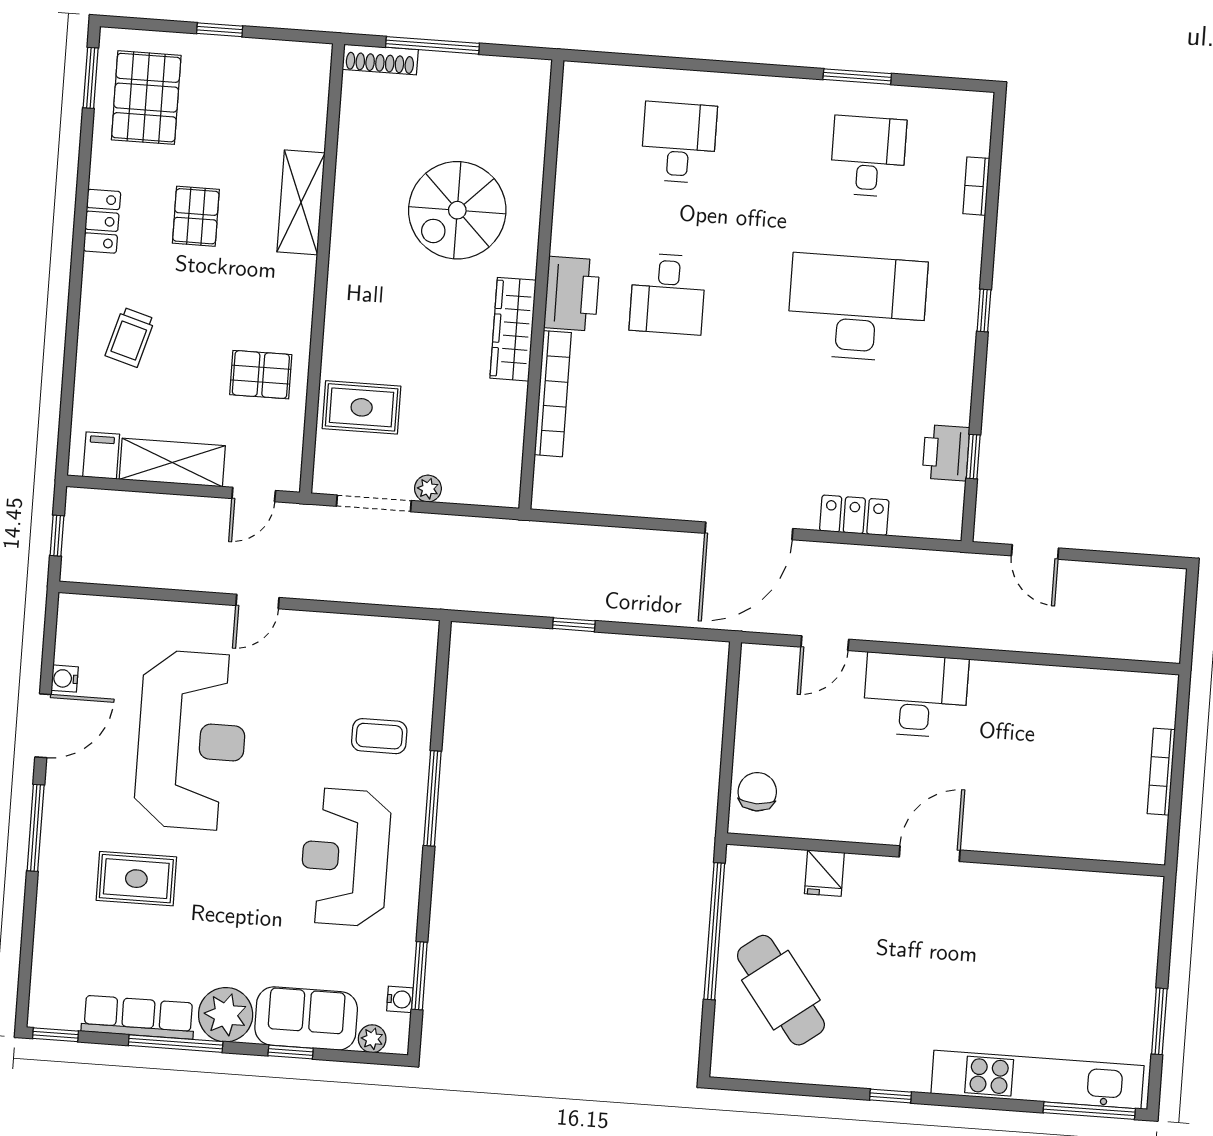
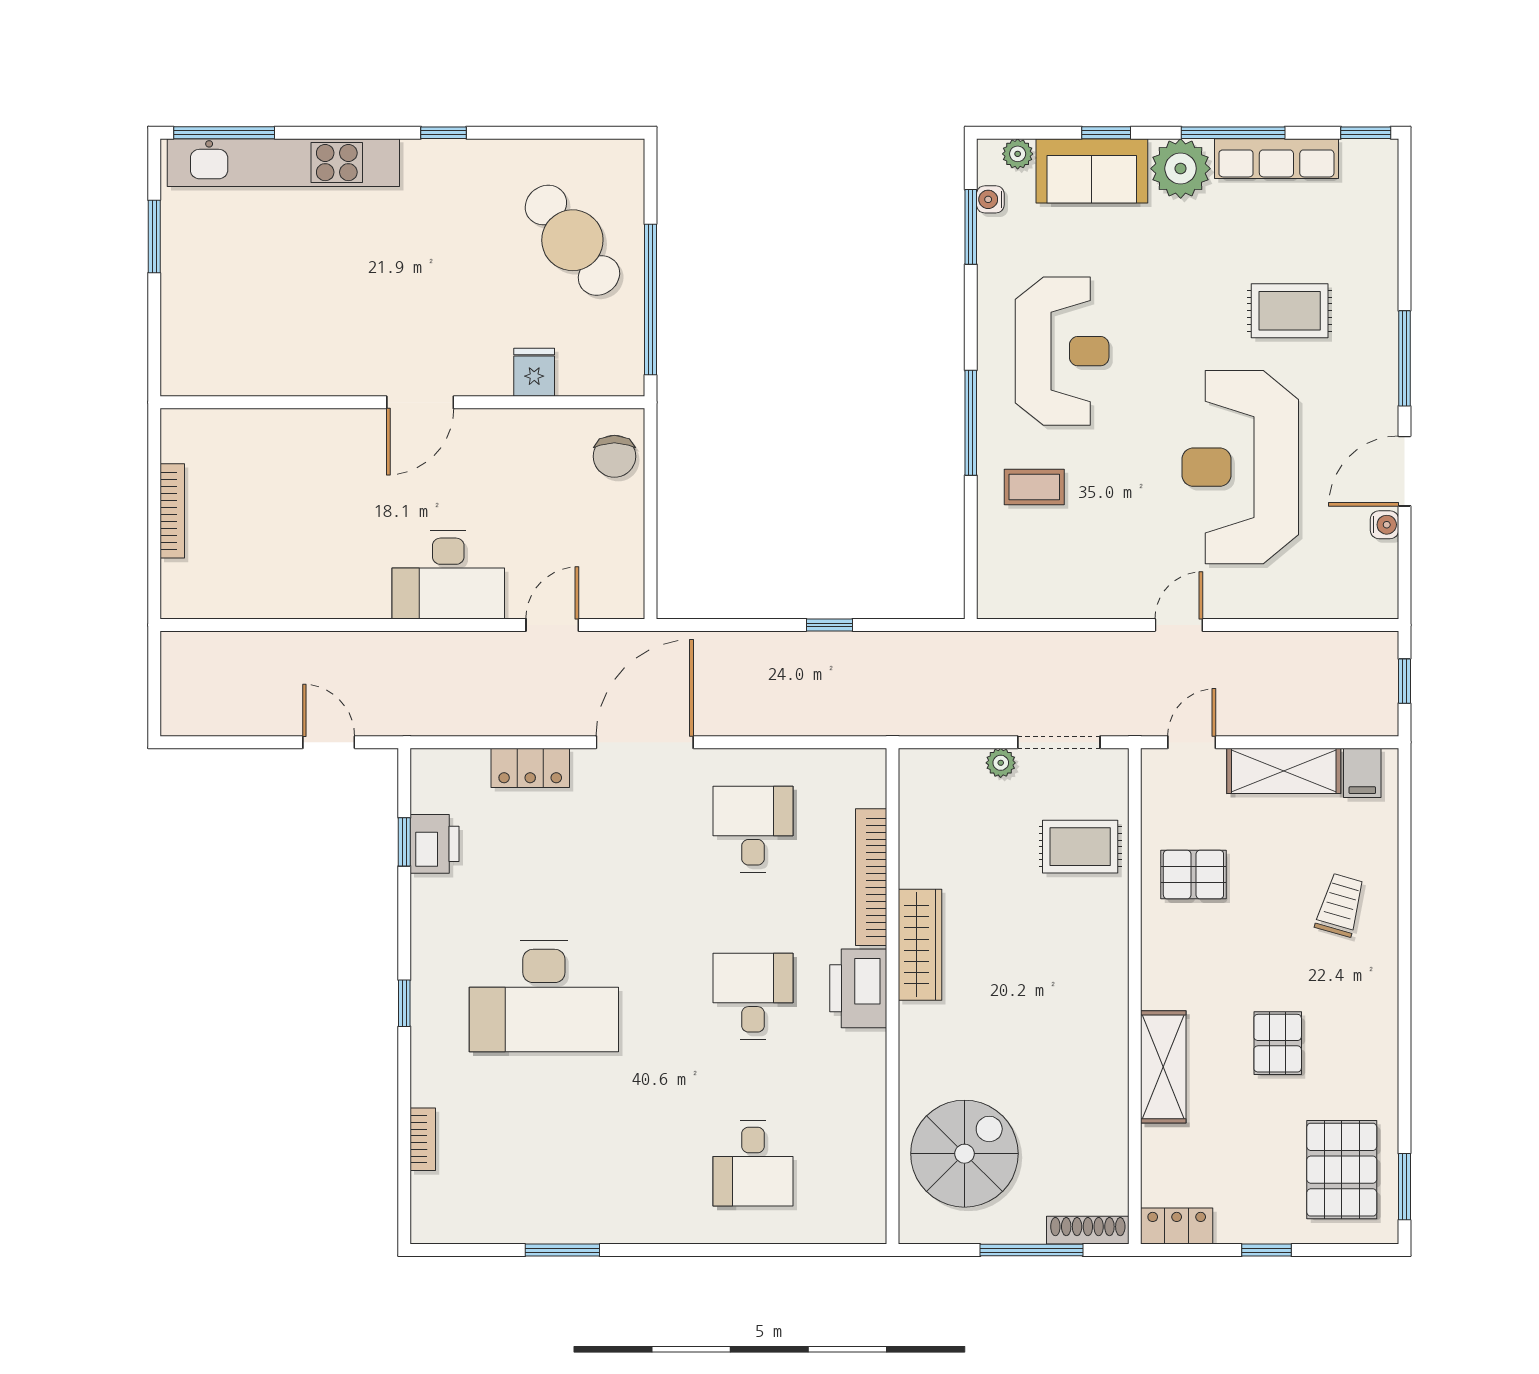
desk: (868, 156) -> (753, 829), moved, turned 180
spiral stairs: (457, 210) -> (964, 1154), moved
locker: (102, 221) -> (1177, 1226), moved, turned 90

